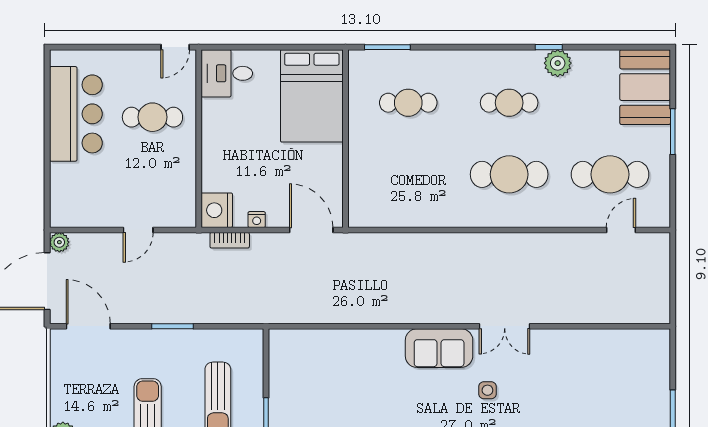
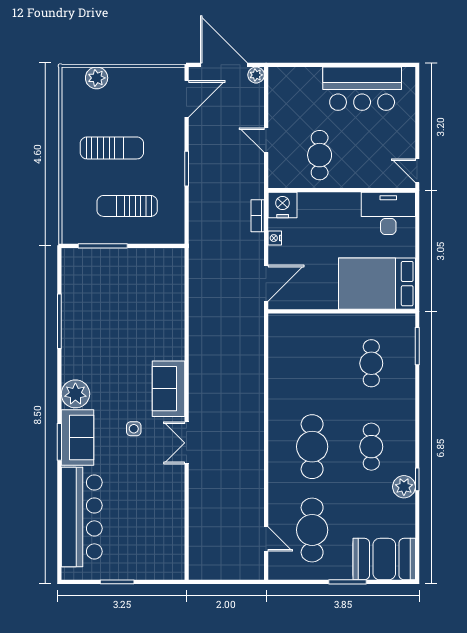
desk: (227, 73) -> (388, 213), width x1.37
cafe table: (152, 117) -> (320, 155), moved

